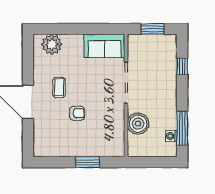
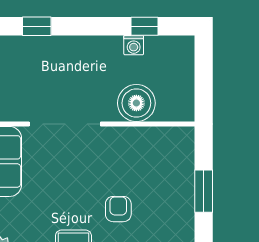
window: (182, 128) -> (145, 26), width x0.46
washing machine: (171, 136) -> (134, 45), moved

